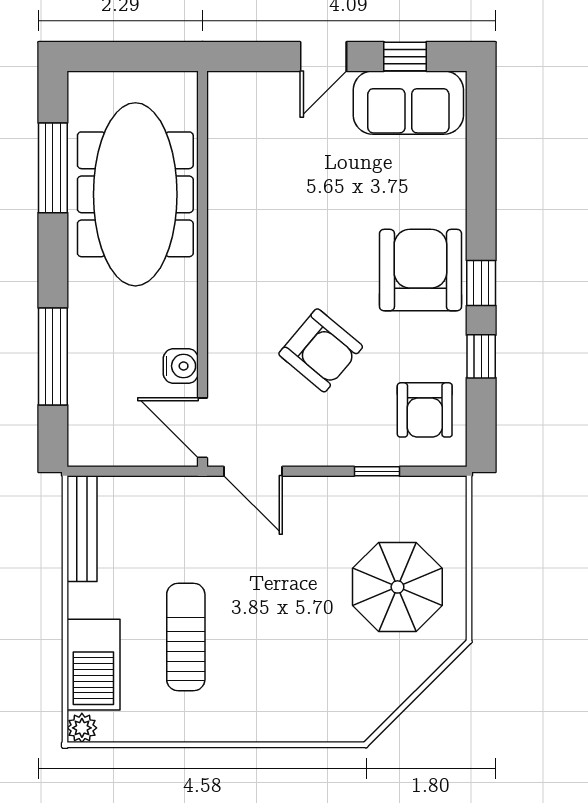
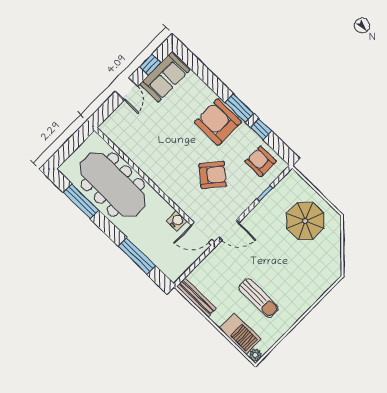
window: (481, 283) -> (239, 108), width x1.50
armchair: (425, 410) -> (261, 161), turned 180
sun lounger: (186, 637) -> (259, 298), turned 180

